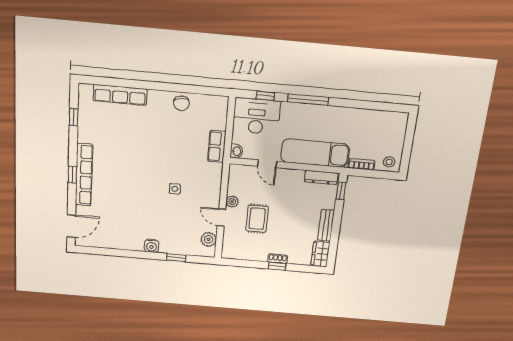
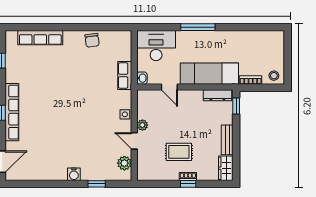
window: (265, 96) -> (162, 27), removed
side table: (175, 189) -> (125, 114), moved
rug: (257, 219) -> (179, 152), moved, turned 90

